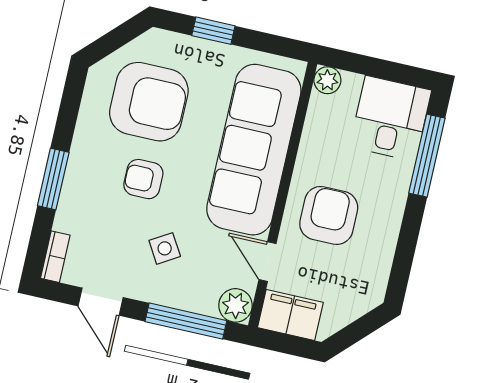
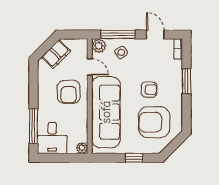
side table: (165, 248) -> (121, 52), moved
filing cabinet: (290, 315) -> (56, 54), moved, turned -45

